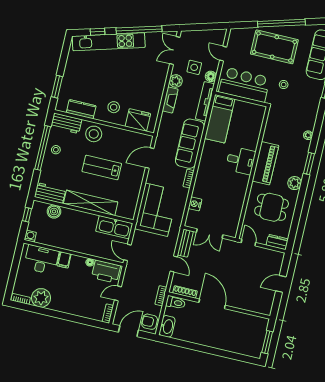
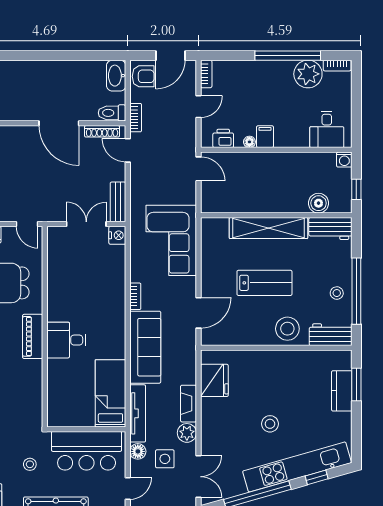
door: (223, 54) -> (128, 488), hinge flipped
stool: (114, 107) -> (270, 424), moved
kitchen counter: (81, 109) -> (342, 391), moved, turned 90
fridge: (138, 120) -> (214, 380), moved, turned -90
piano: (265, 163) -> (33, 336), width x0.73, depth x0.75
nightstand: (195, 204) -> (117, 235), moved
kitchen sink: (114, 227) -> (226, 201), removed
desk: (41, 260) -> (327, 129), width x0.73
filing cabinet: (64, 260) -> (265, 137), moved
door: (174, 264) -> (128, 150), moved
printer: (106, 272) -> (223, 138), width x0.53, depth x0.68
window: (51, 313) -> (288, 56), added

